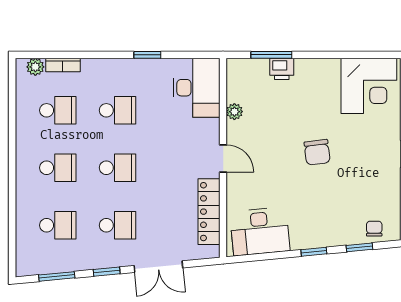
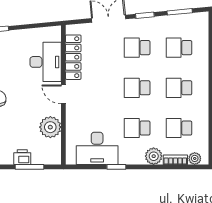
plant: (94, 70) -> (154, 156), added
desk: (197, 88) -> (97, 148), moved, turned -90
plant: (234, 112) -> (50, 127), width x1.88, depth x1.88
desk: (260, 231) -> (46, 62), moved, turned 95

